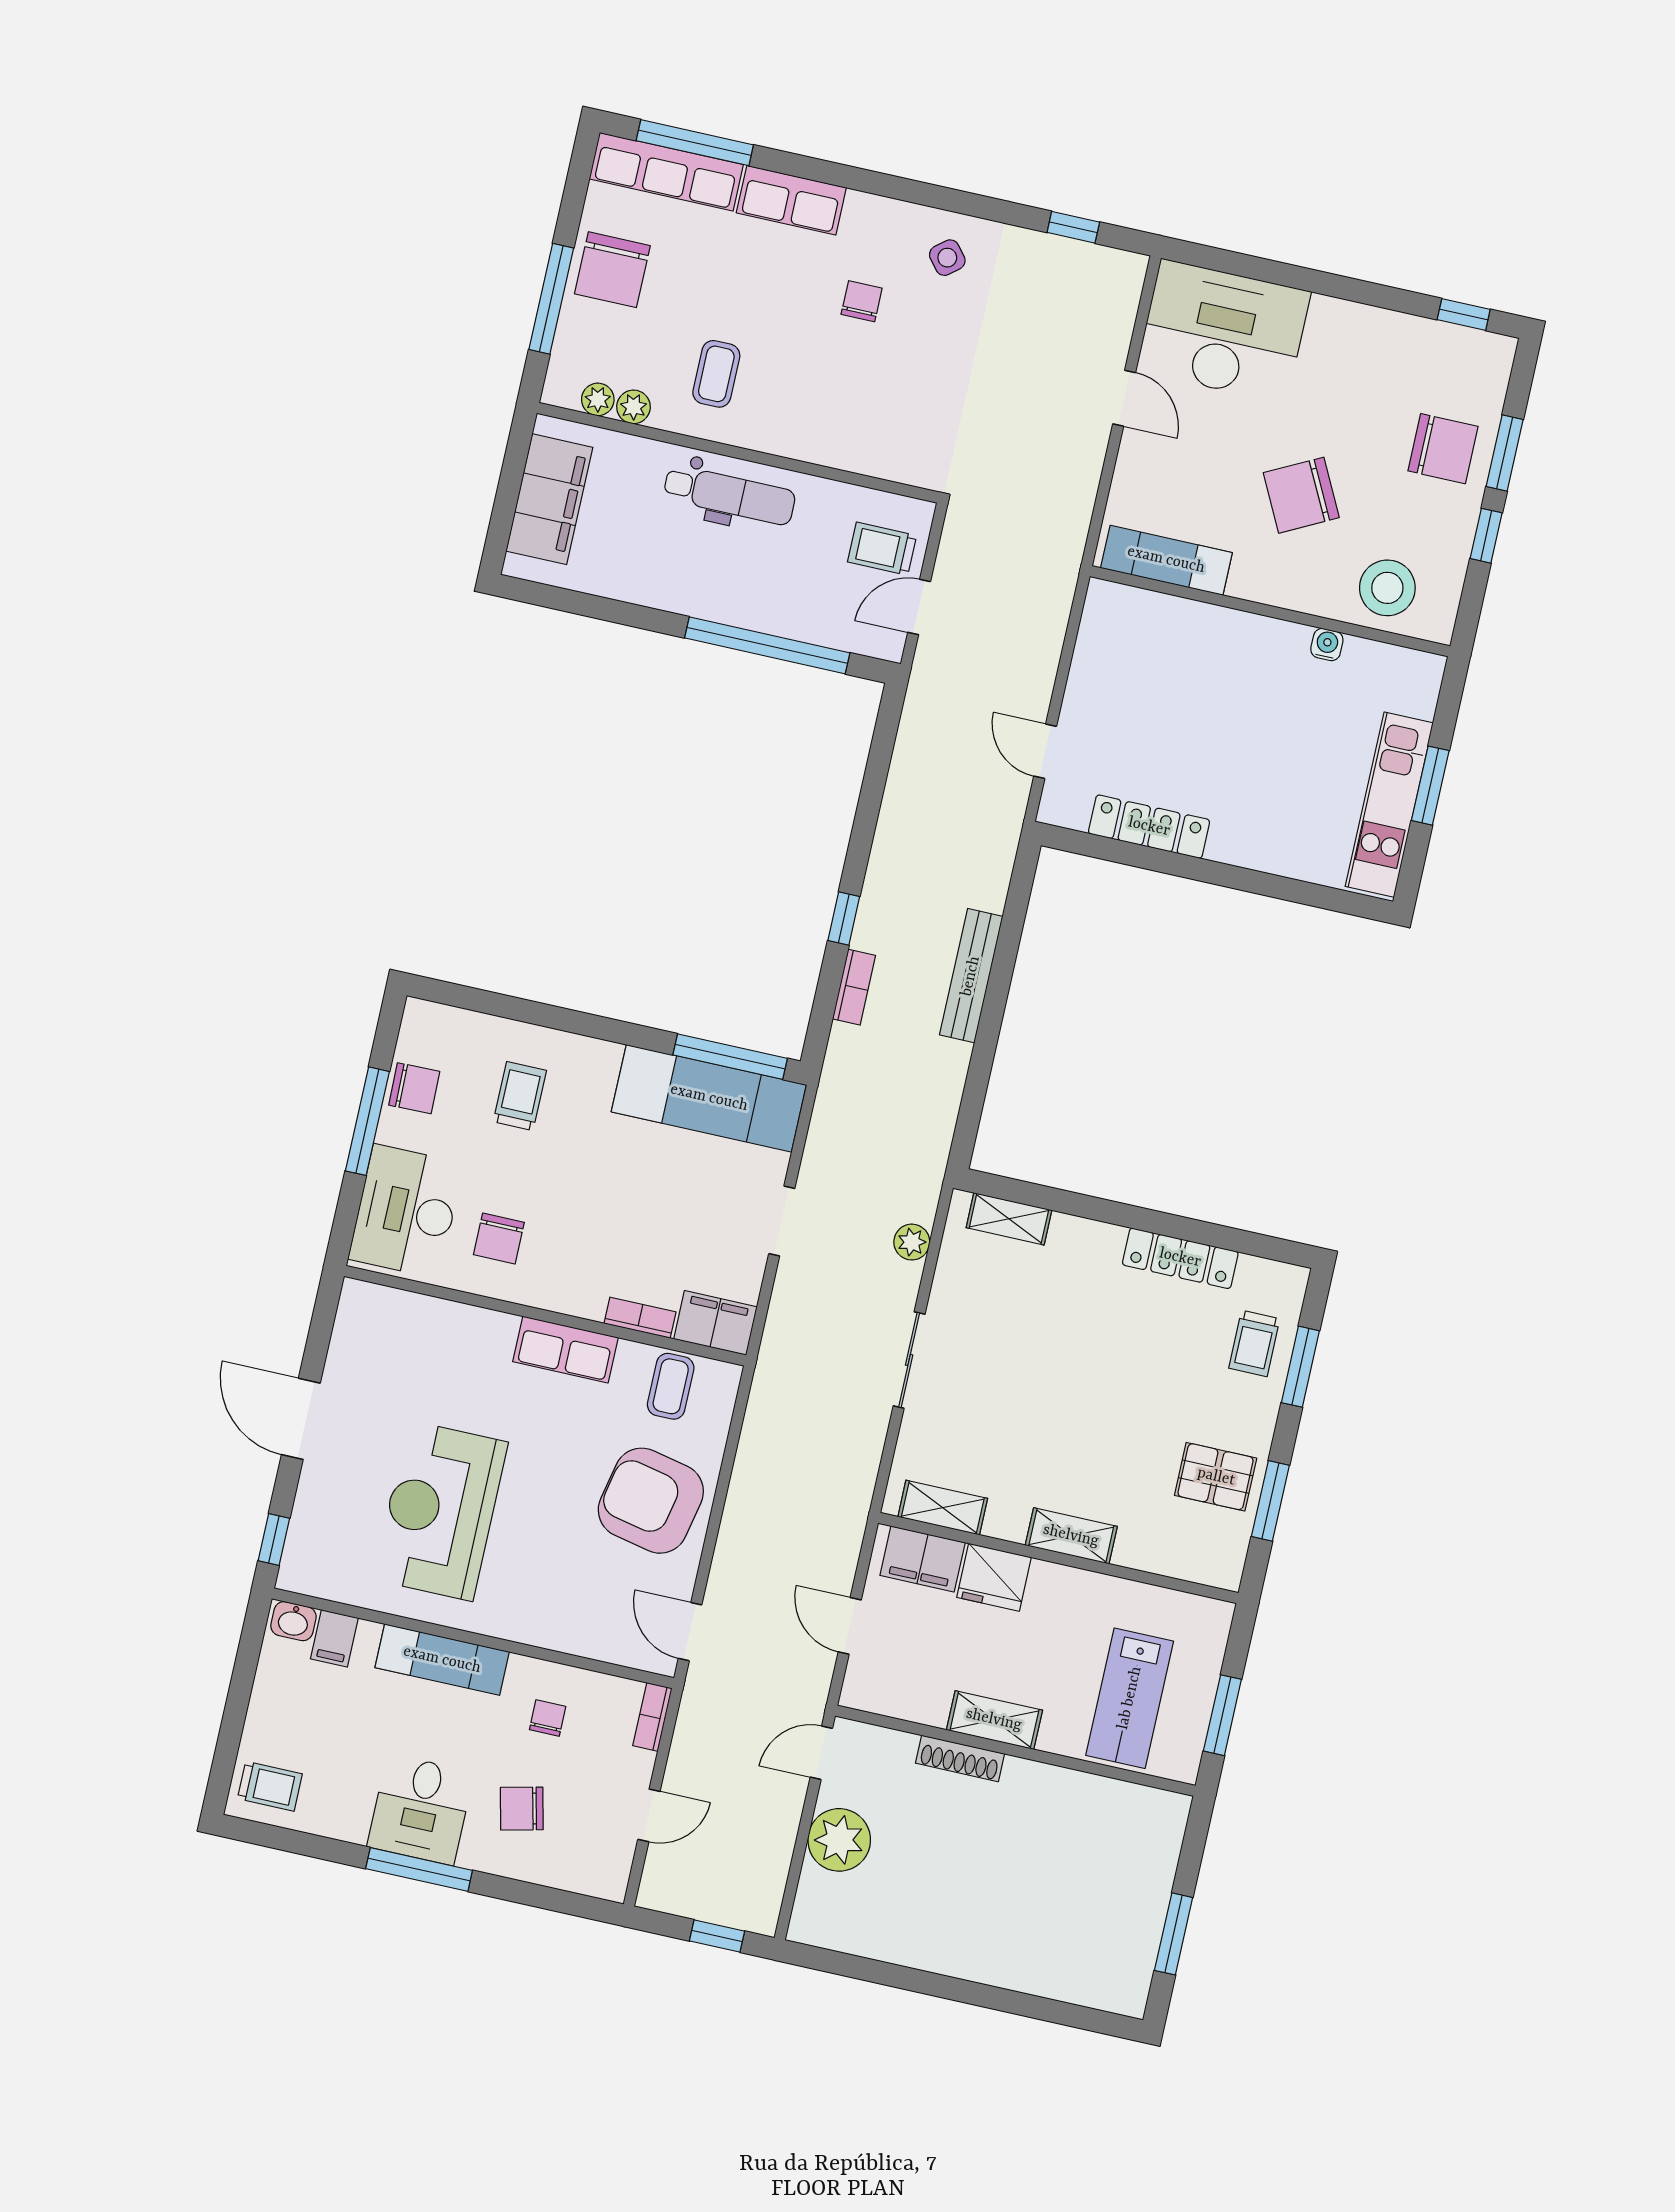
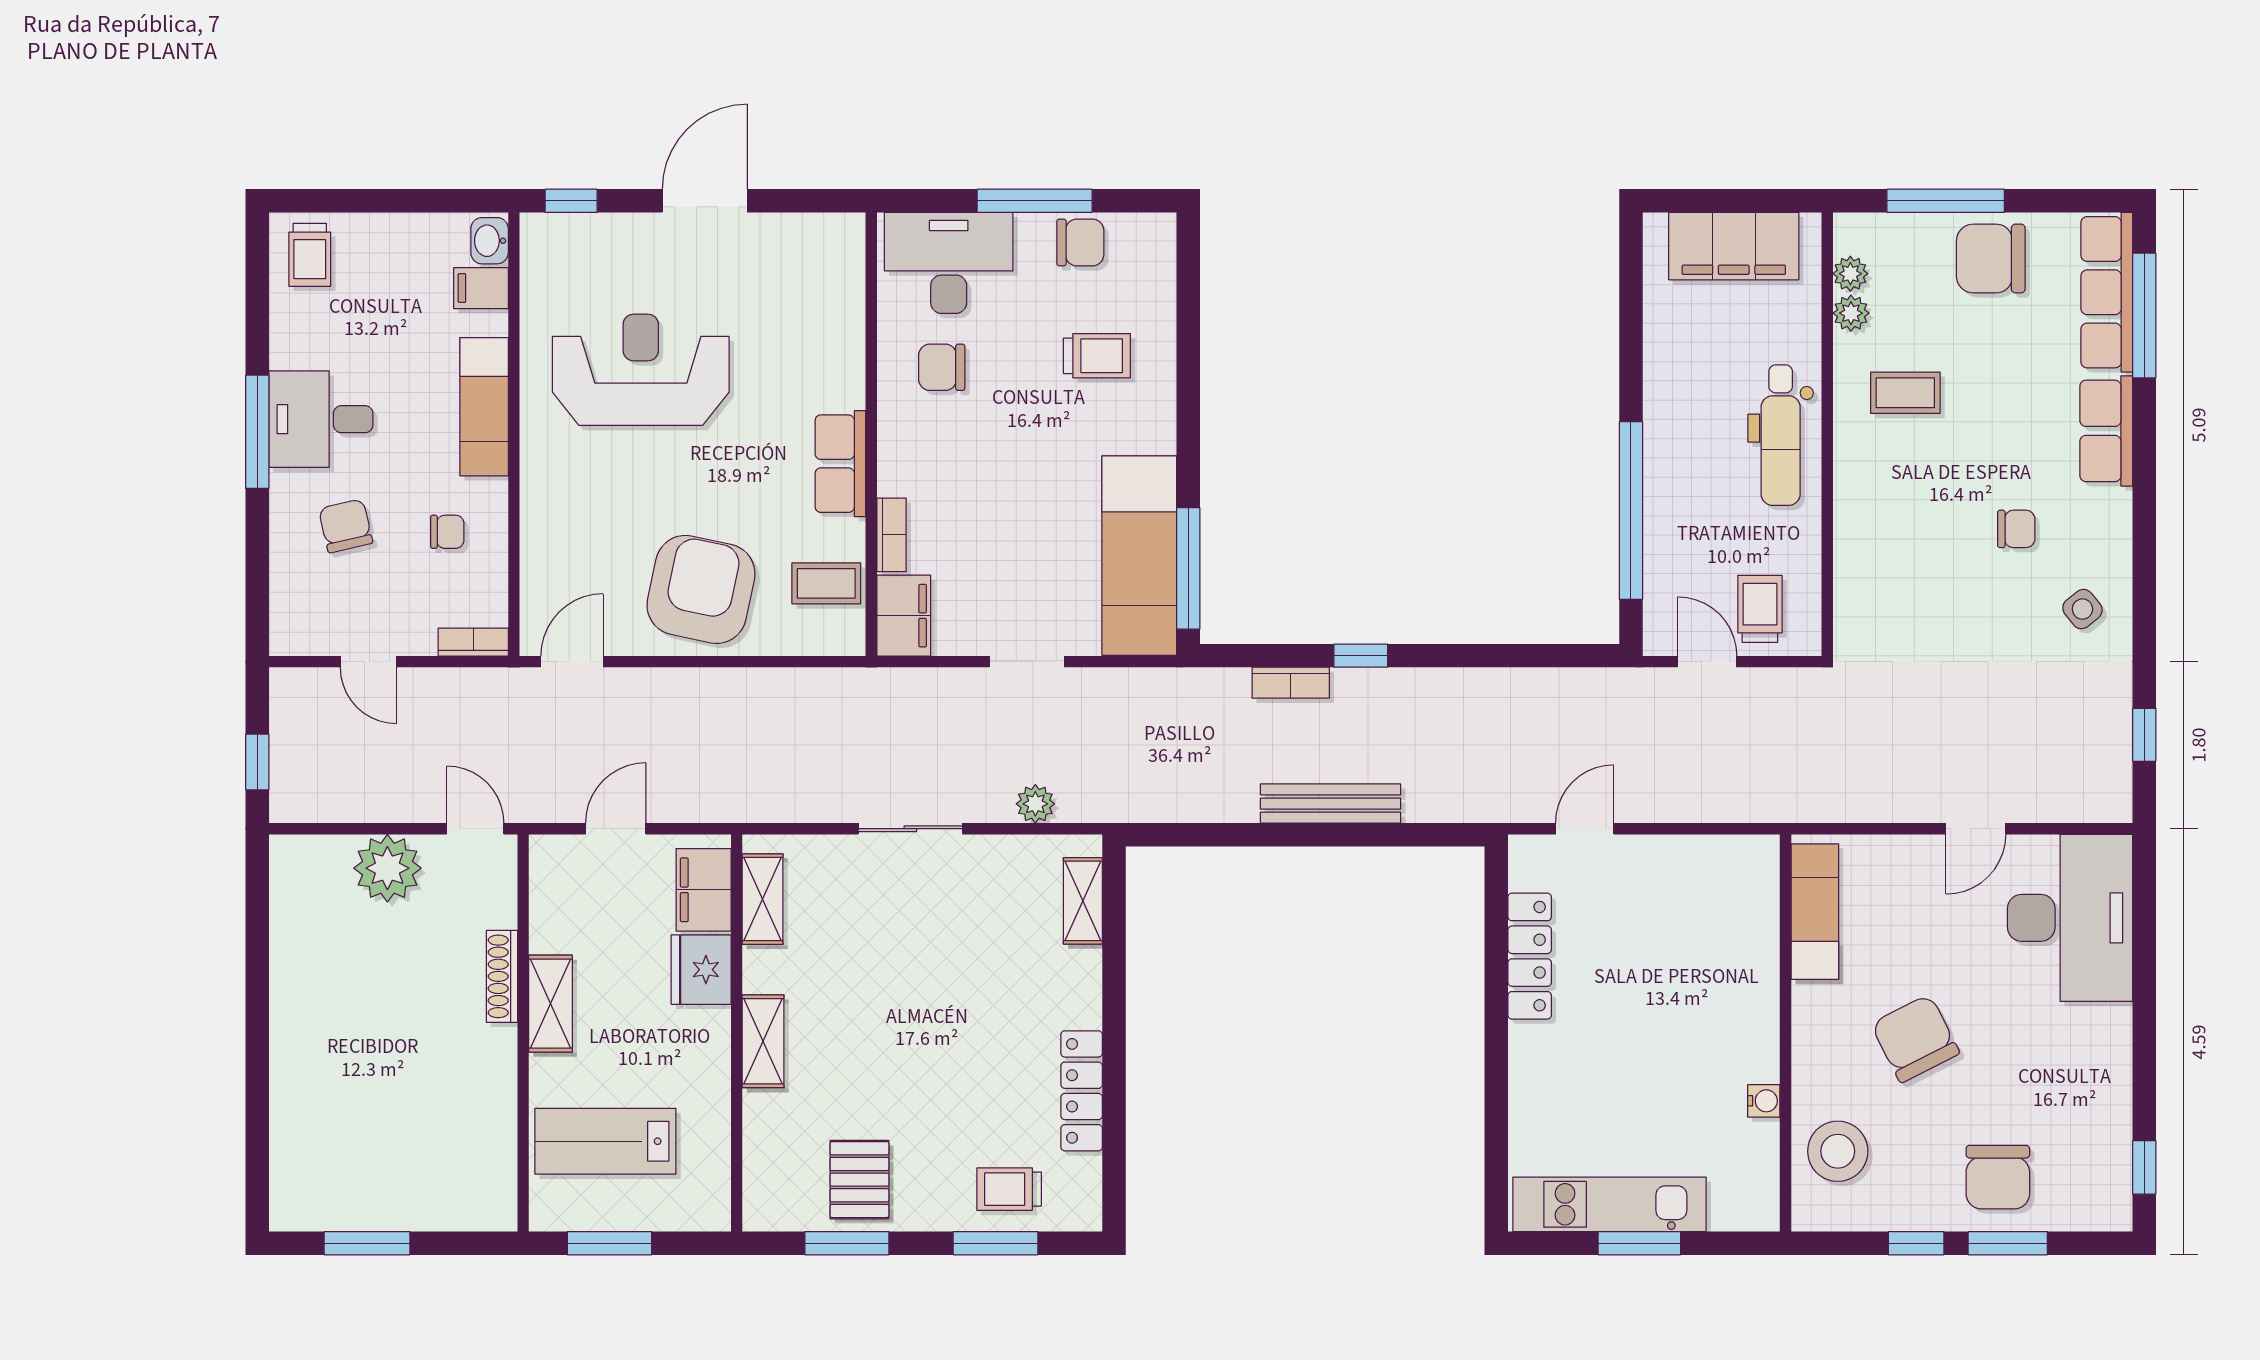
chair: (414, 1088) -> (1080, 243), turned -89

